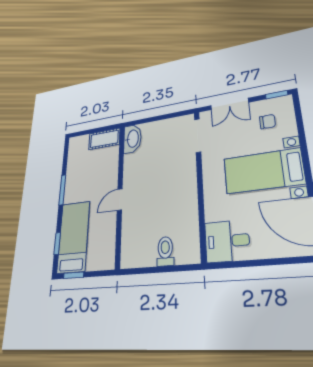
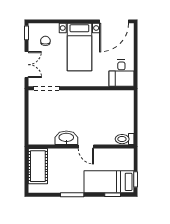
cot: (104, 139) -> (38, 166), width x1.37, depth x1.34
washbasin: (132, 139) -> (66, 138), moved
toilet: (165, 251) -> (125, 139), moved

